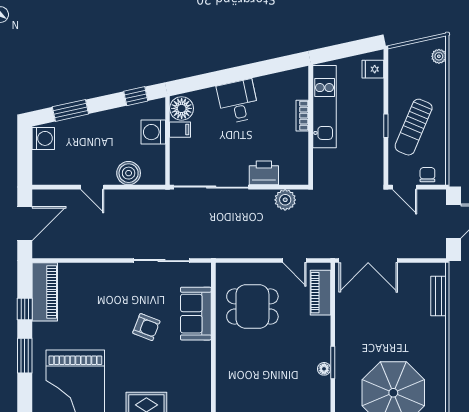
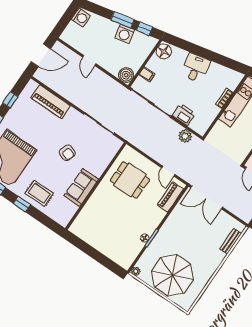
window: (70, 110) -> (122, 20), moved
filing cabinet: (180, 130) -> (147, 74), moved
washing machine: (153, 132) -> (125, 34), moved, turned -102
boiler: (129, 173) -> (126, 75), moved
piano: (45, 292) -> (51, 102), moved, turned 90
sofa: (196, 314) -> (81, 188), moved

